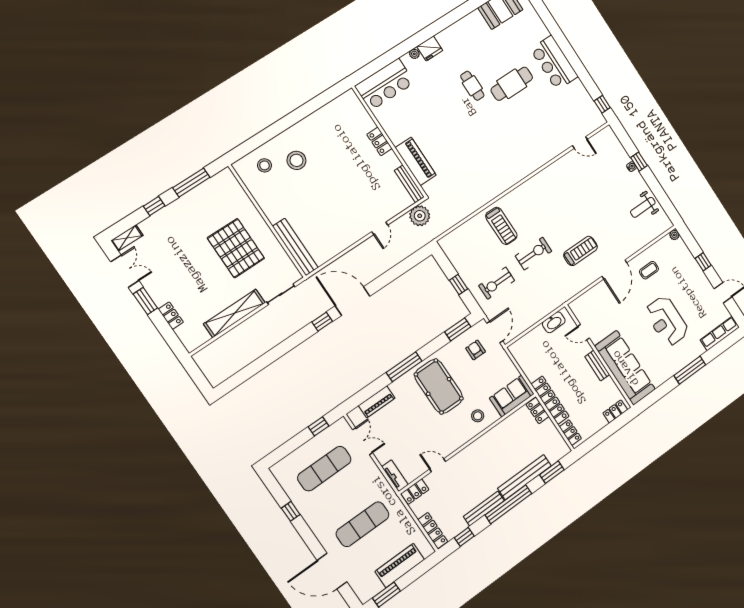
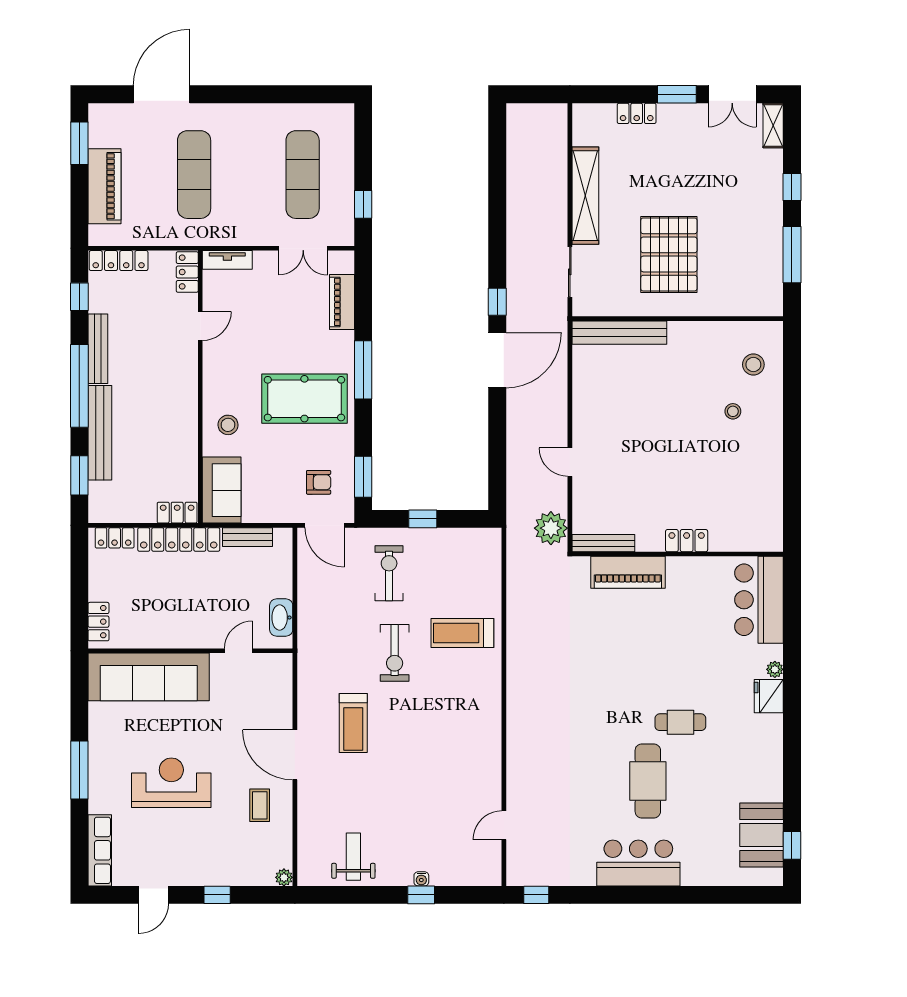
stool: (296, 160) -> (733, 411), width x0.53, depth x0.53
pallet: (236, 248) -> (669, 254), turned 90
bench: (597, 366) -> (247, 537), moved
window: (291, 511) -> (278, 94), removed

